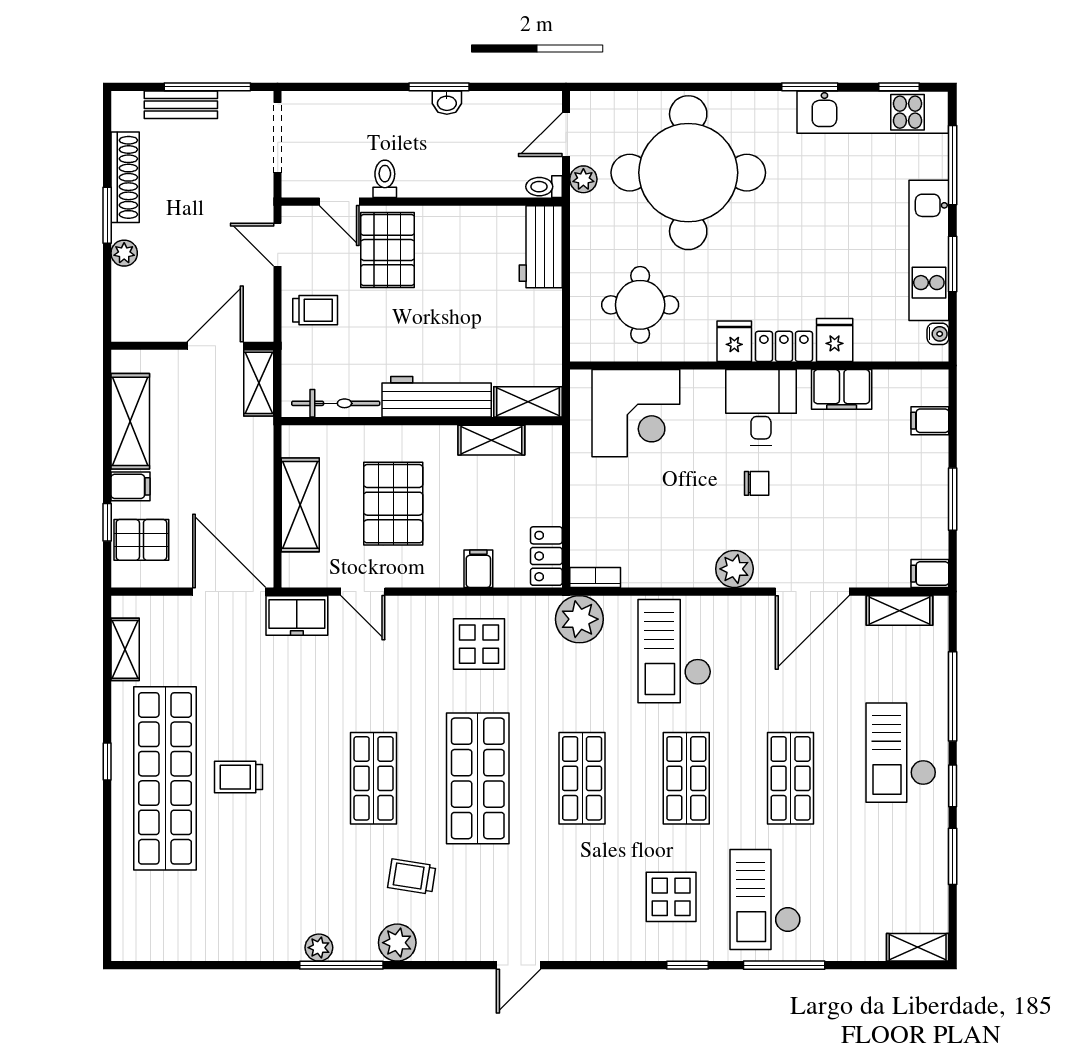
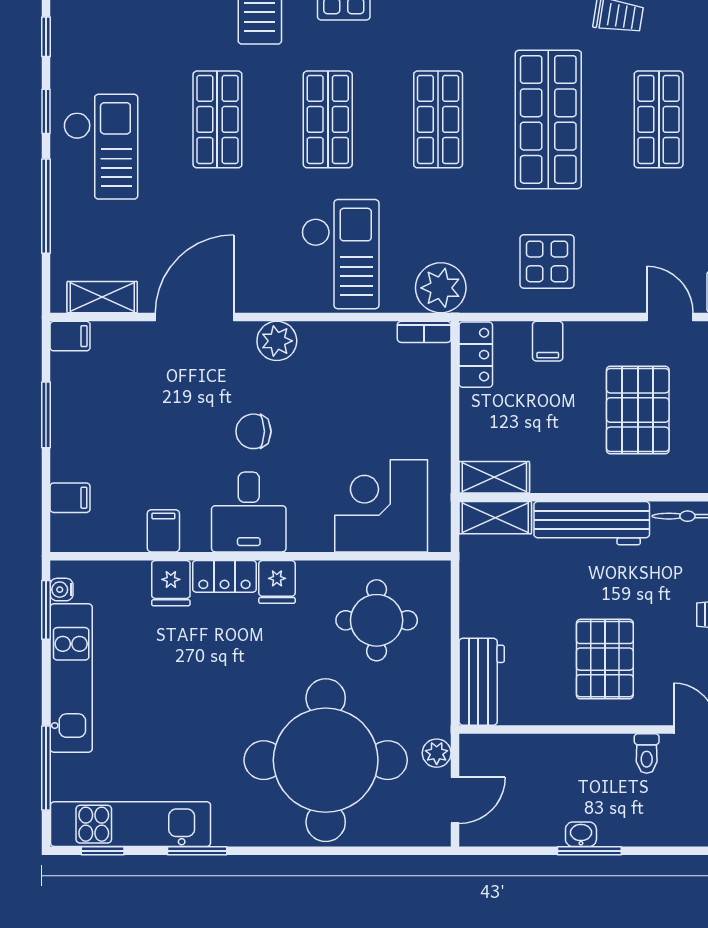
toilet: (544, 187) -> (478, 745), removed
pallet: (388, 250) -> (605, 659), moved
window: (953, 264) -> (46, 610), moved
filing cabinet: (842, 389) -> (163, 531), width x0.50
shelving: (491, 440) -> (494, 477), moved
chair: (757, 483) -> (253, 431), width x1.37, depth x1.37
window: (953, 856) -> (46, 37), width x0.67

